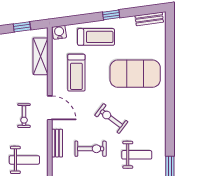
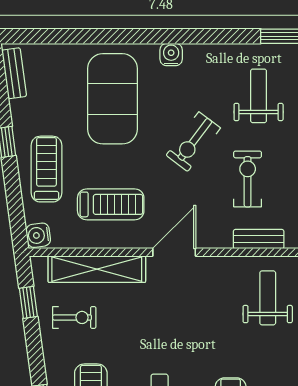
shelving: (40, 56) -> (97, 269), width x1.47
water cooler: (160, 106) -> (171, 55), added
exercise bike: (24, 116) -> (74, 317), moved
bench: (57, 143) -> (259, 239), moved

